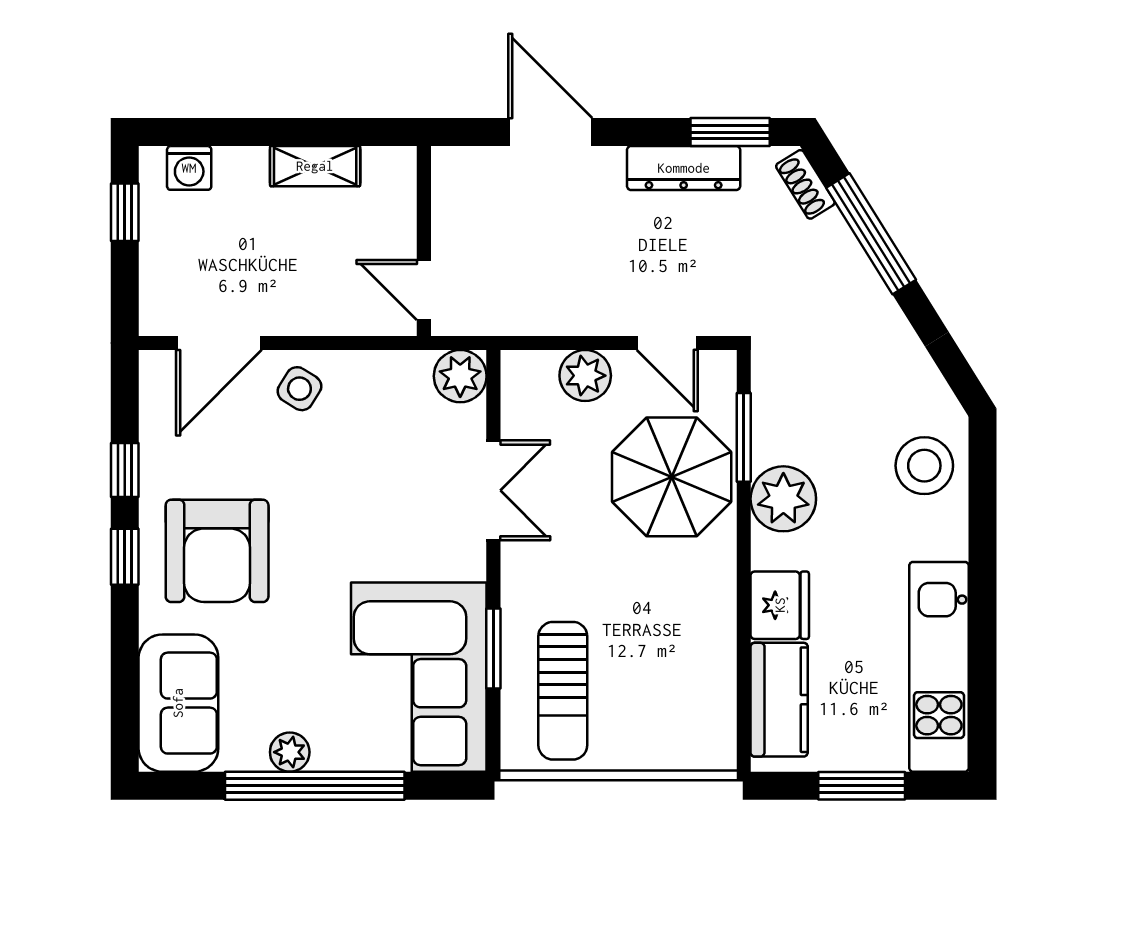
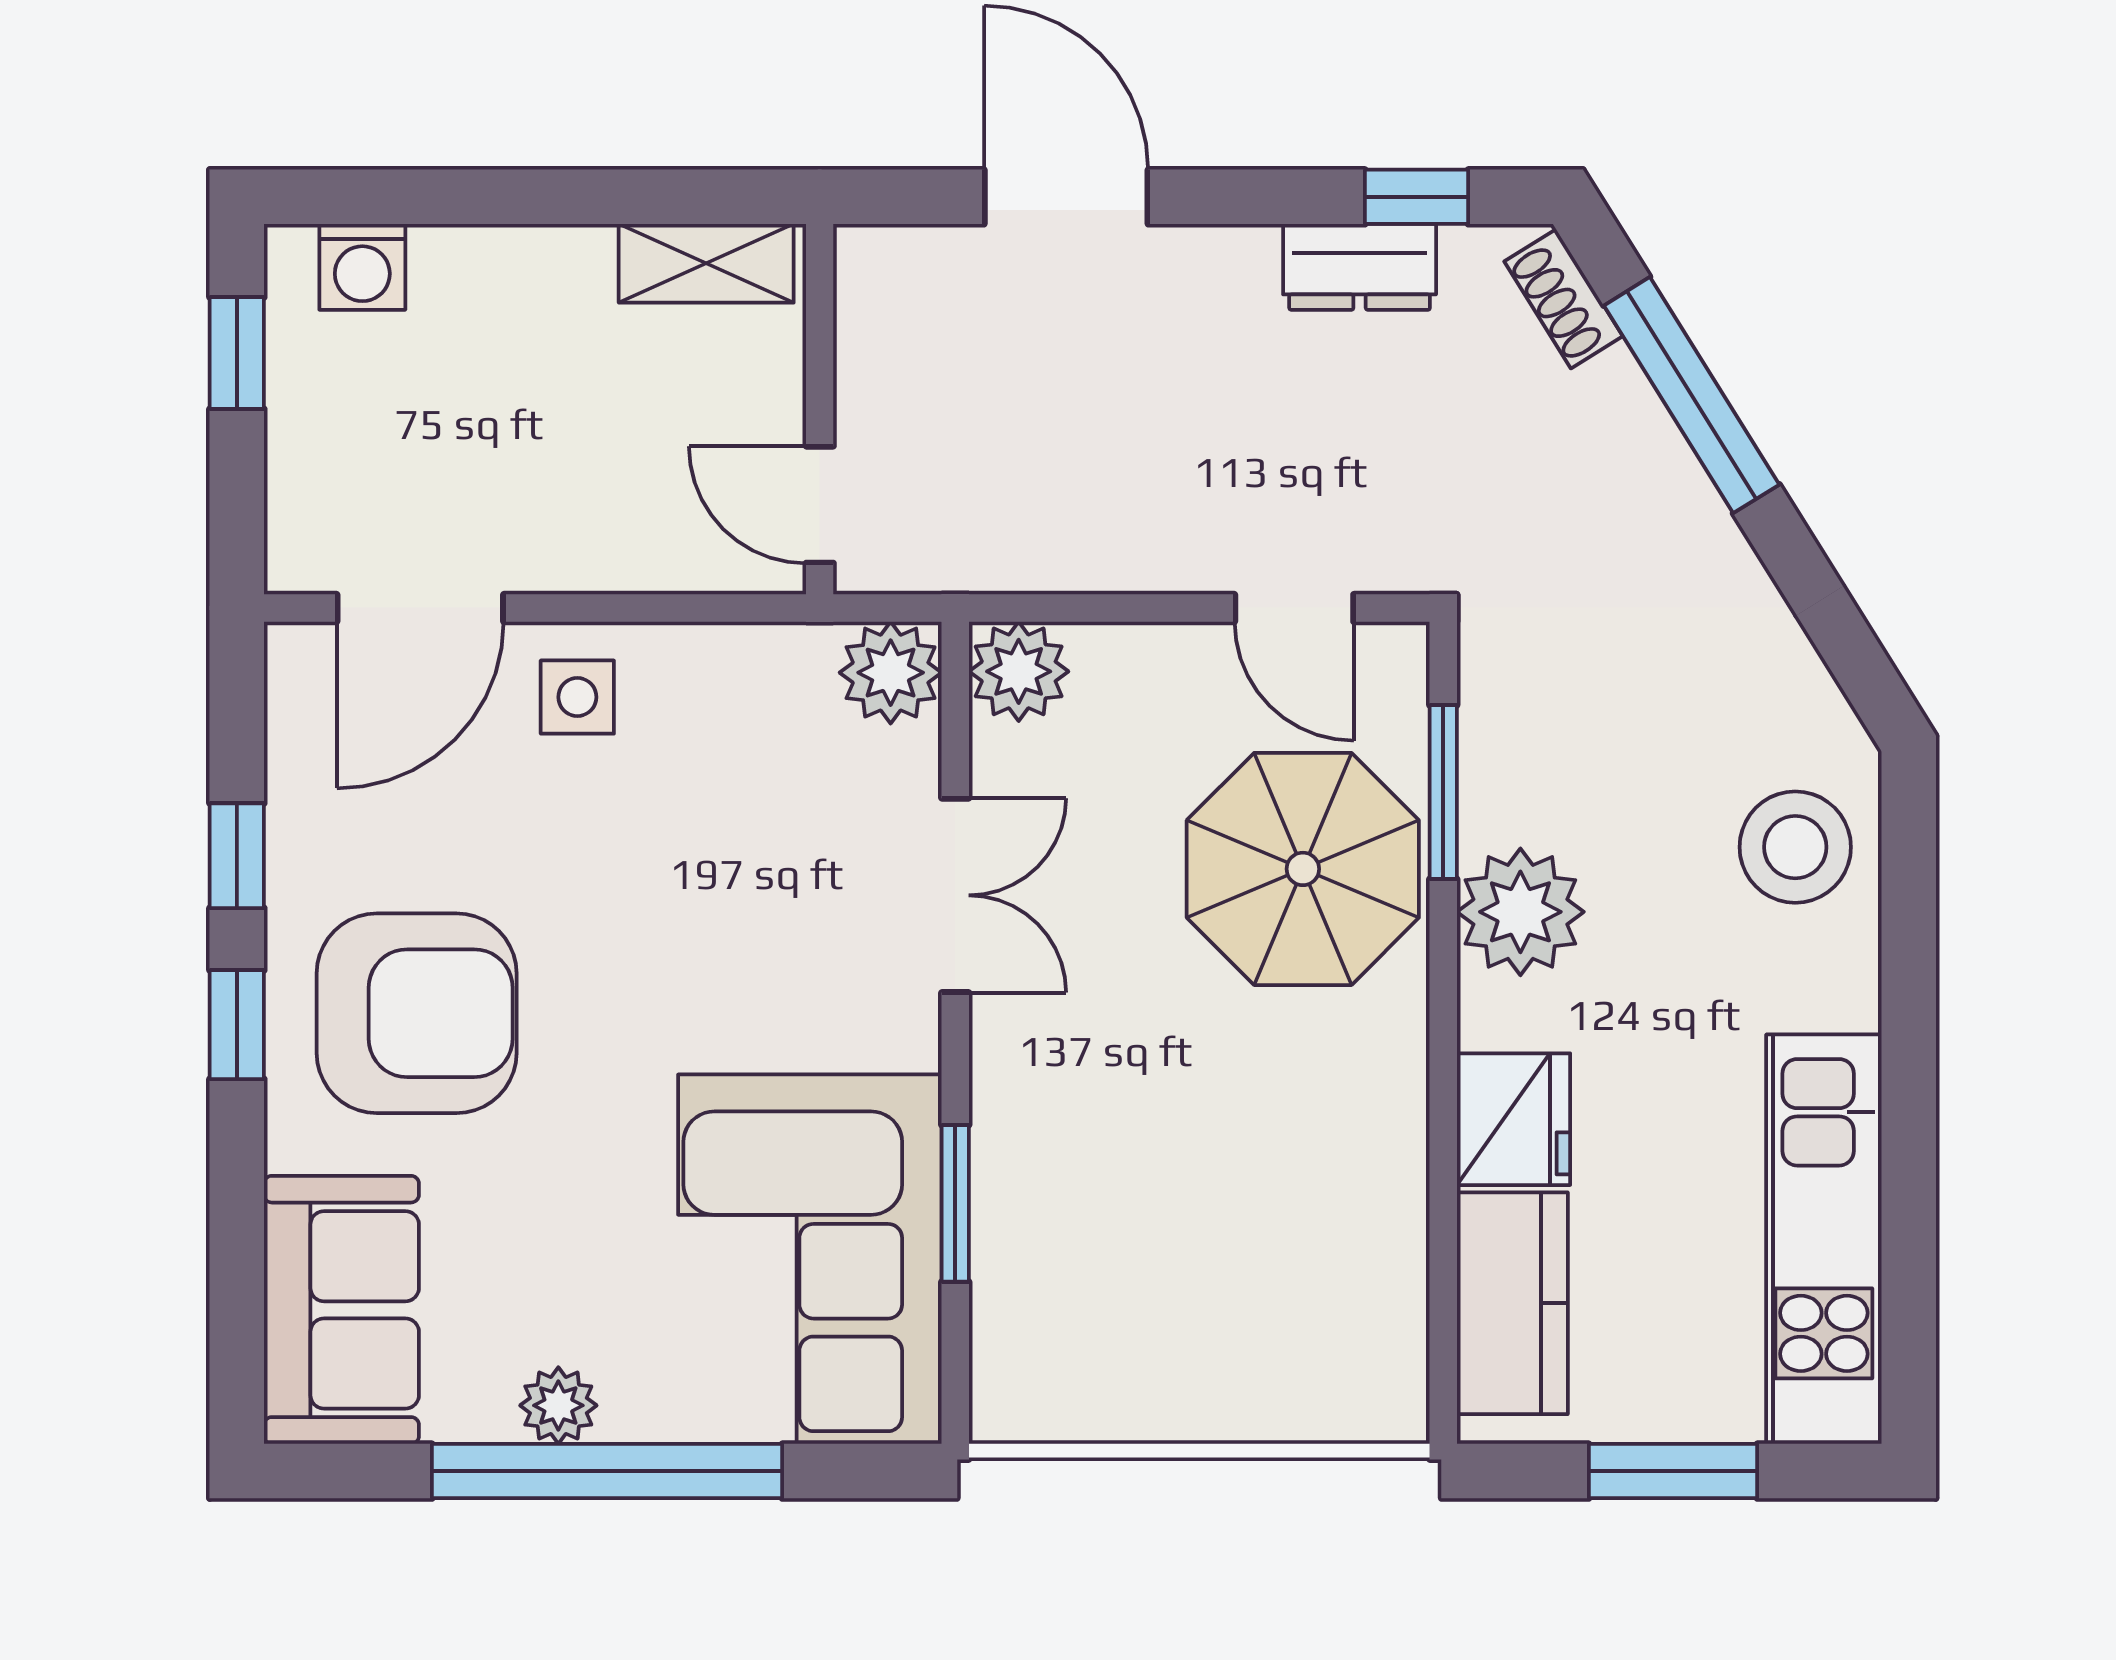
window: (730, 132) -> (1417, 197), width x0.67
shelving: (315, 166) -> (706, 263), moved
dresser: (684, 168) -> (1360, 267), width x0.70
plant: (585, 376) -> (1019, 671), moved
side table: (299, 389) -> (577, 697), turned -32
armchair: (217, 551) -> (417, 1013), turned -90
sun lounger: (563, 691) -> (1091, 1286), removed

